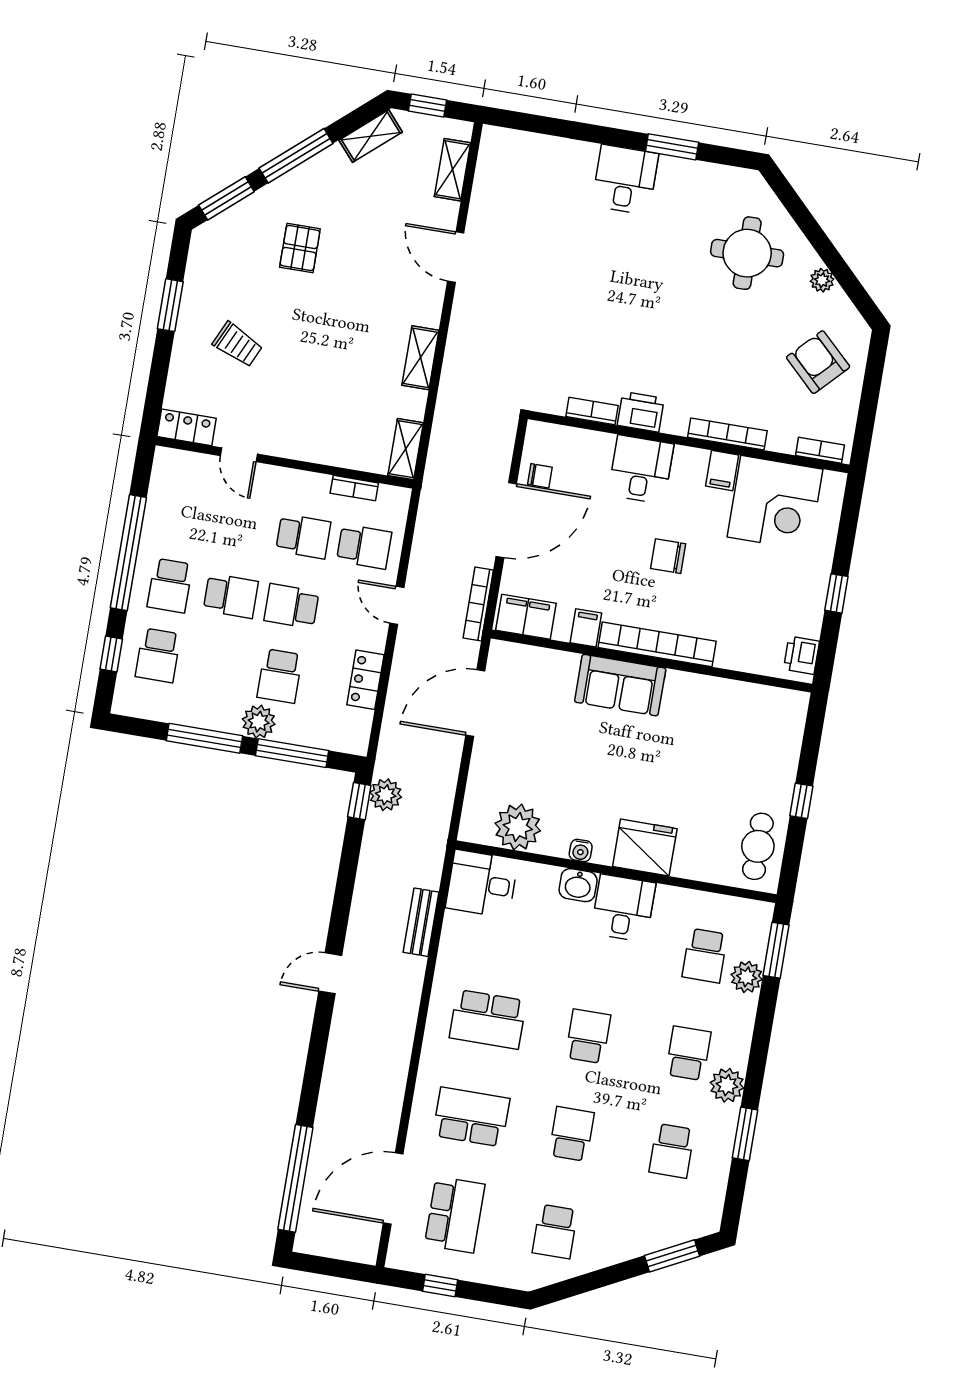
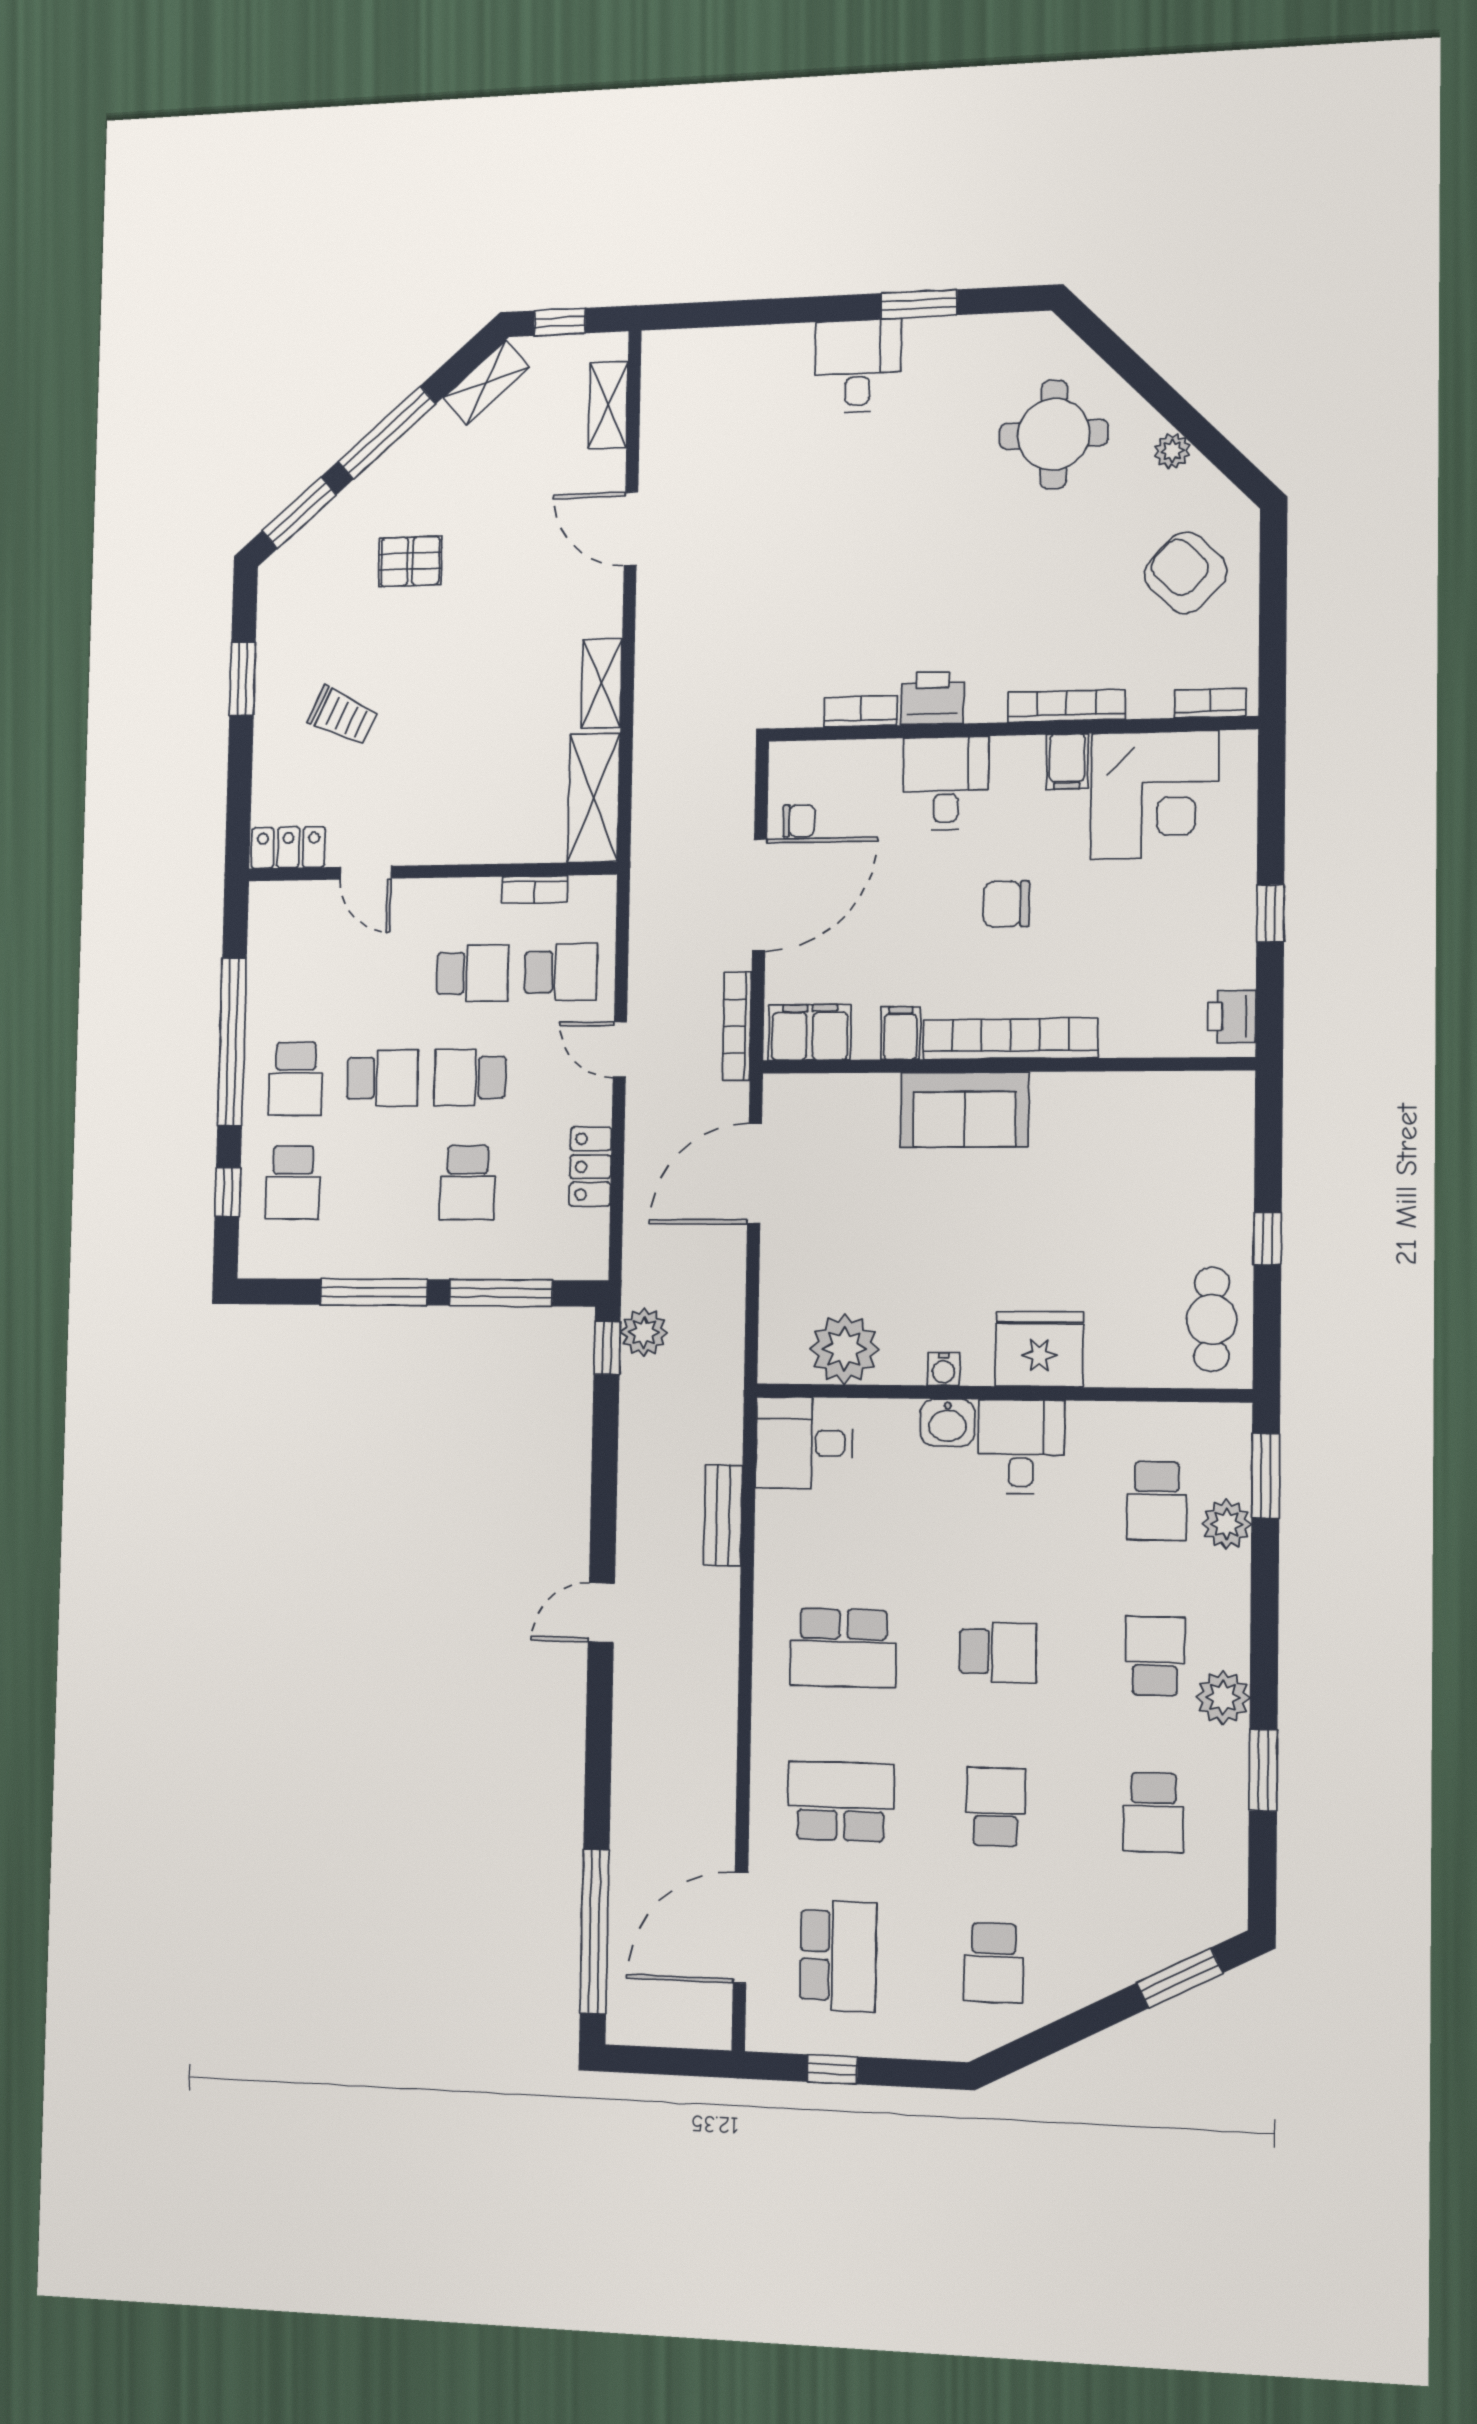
pallet: (300, 248) -> (410, 561), turned 90
shelving: (406, 449) -> (594, 798), width x1.50, depth x1.33
plant: (259, 722) -> (447, 1255), removed
school desk: (588, 1036) -> (998, 1652), turned 90

